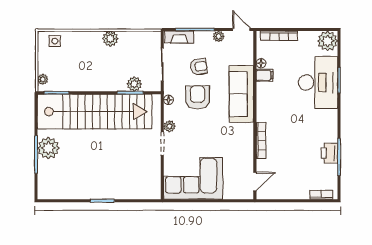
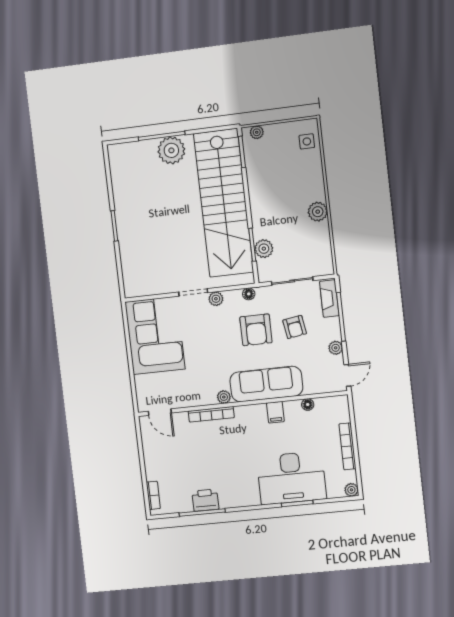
bookcase: (279, 36) -> (347, 446), moved
plant: (328, 41) -> (351, 490), width x0.53, depth x0.53
filing cabinet: (265, 75) -> (275, 412), moved
armchair: (198, 97) -> (256, 330), turned 90
plant: (248, 129) -> (224, 397), added

